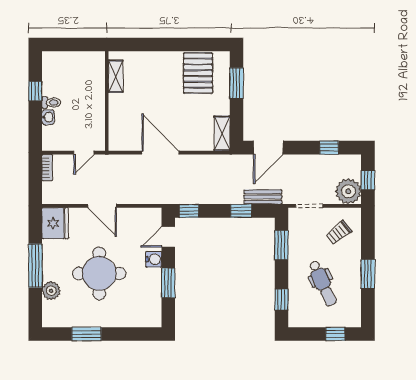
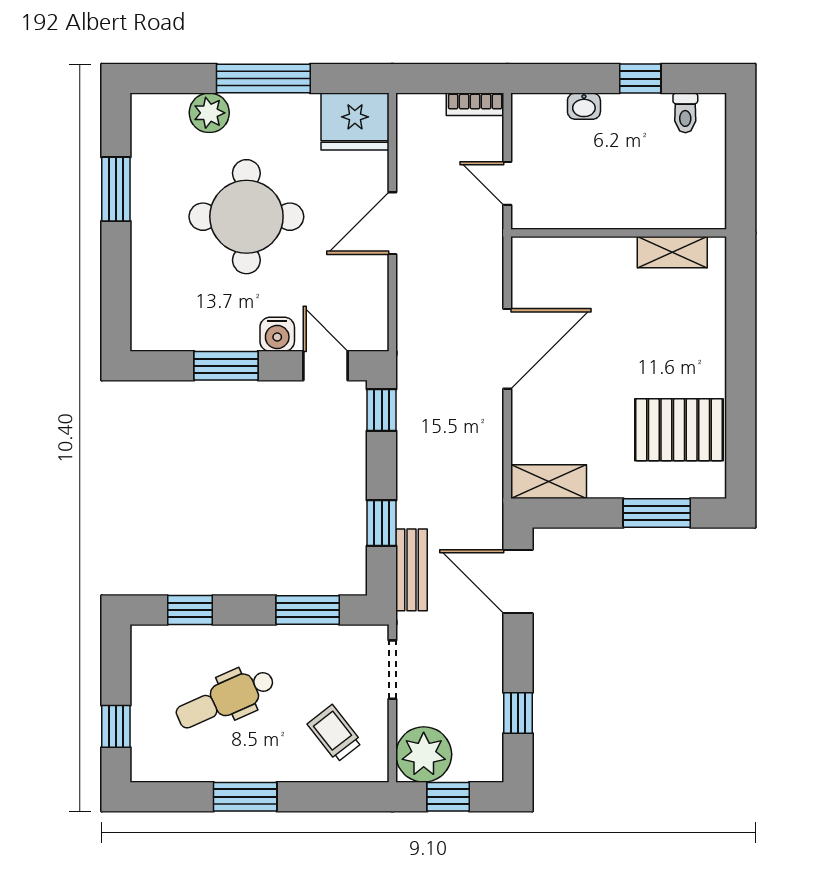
toilet: (51, 103) -> (685, 113), moved

